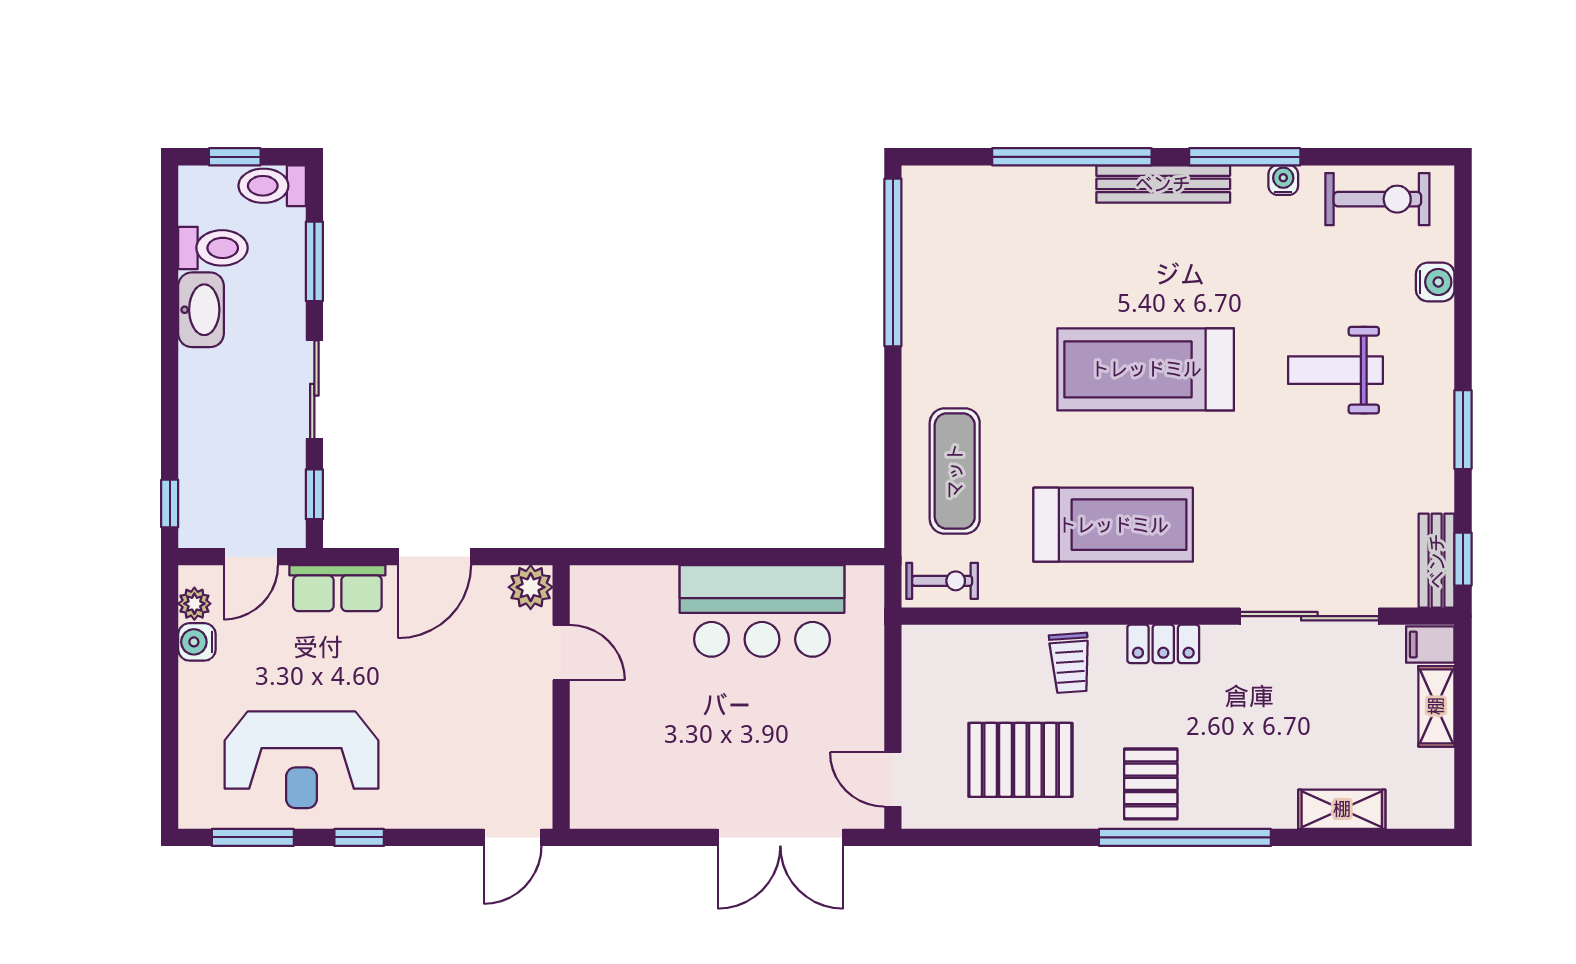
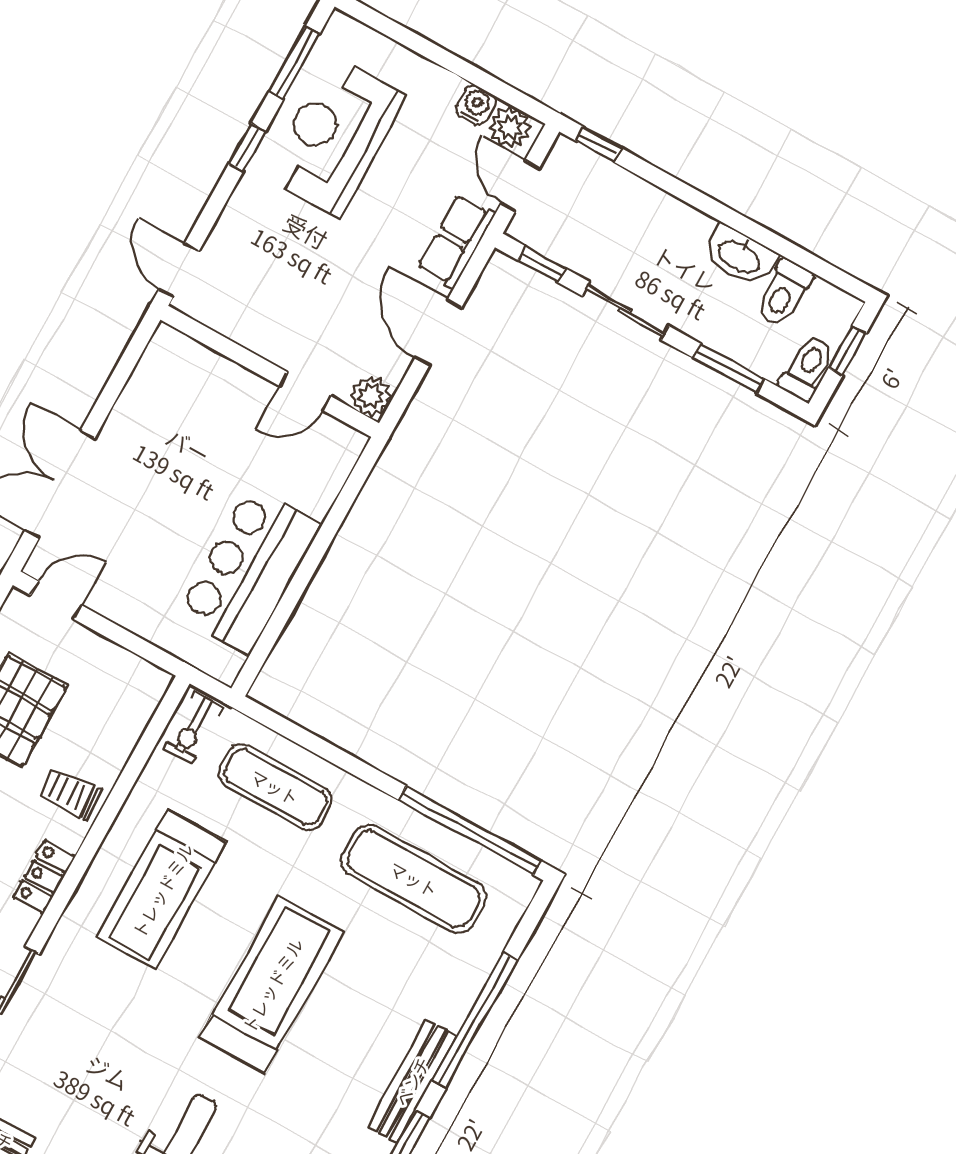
exercise mat: (969, 290) -> (414, 879), added
plant: (194, 604) -> (510, 127), width x1.38, depth x1.38

